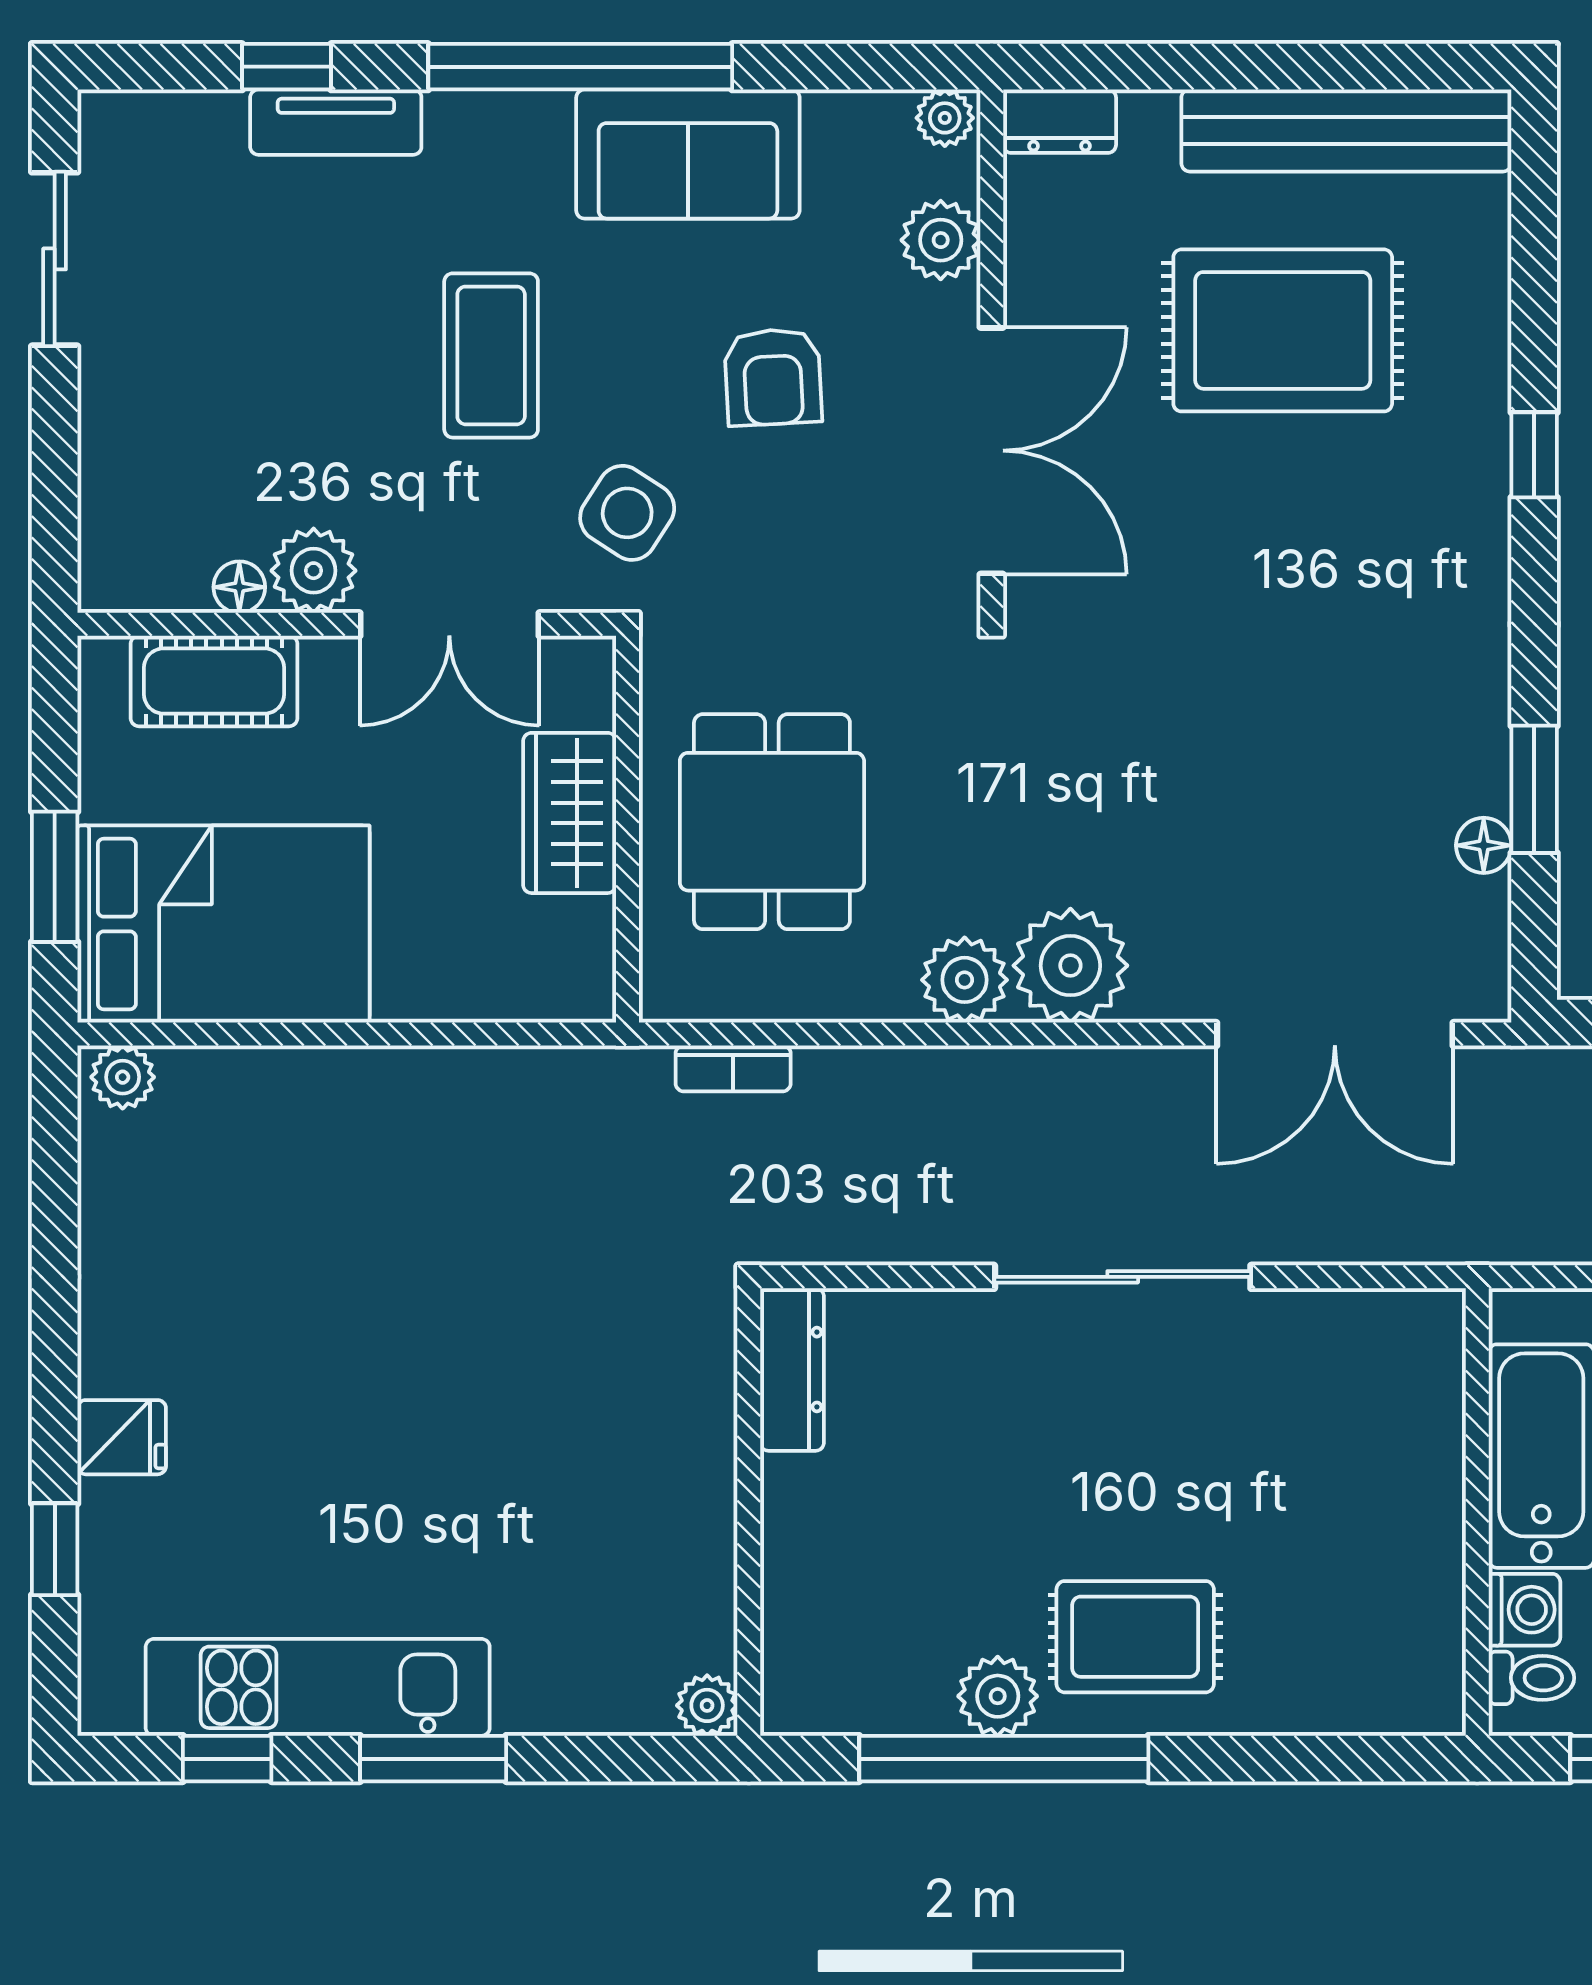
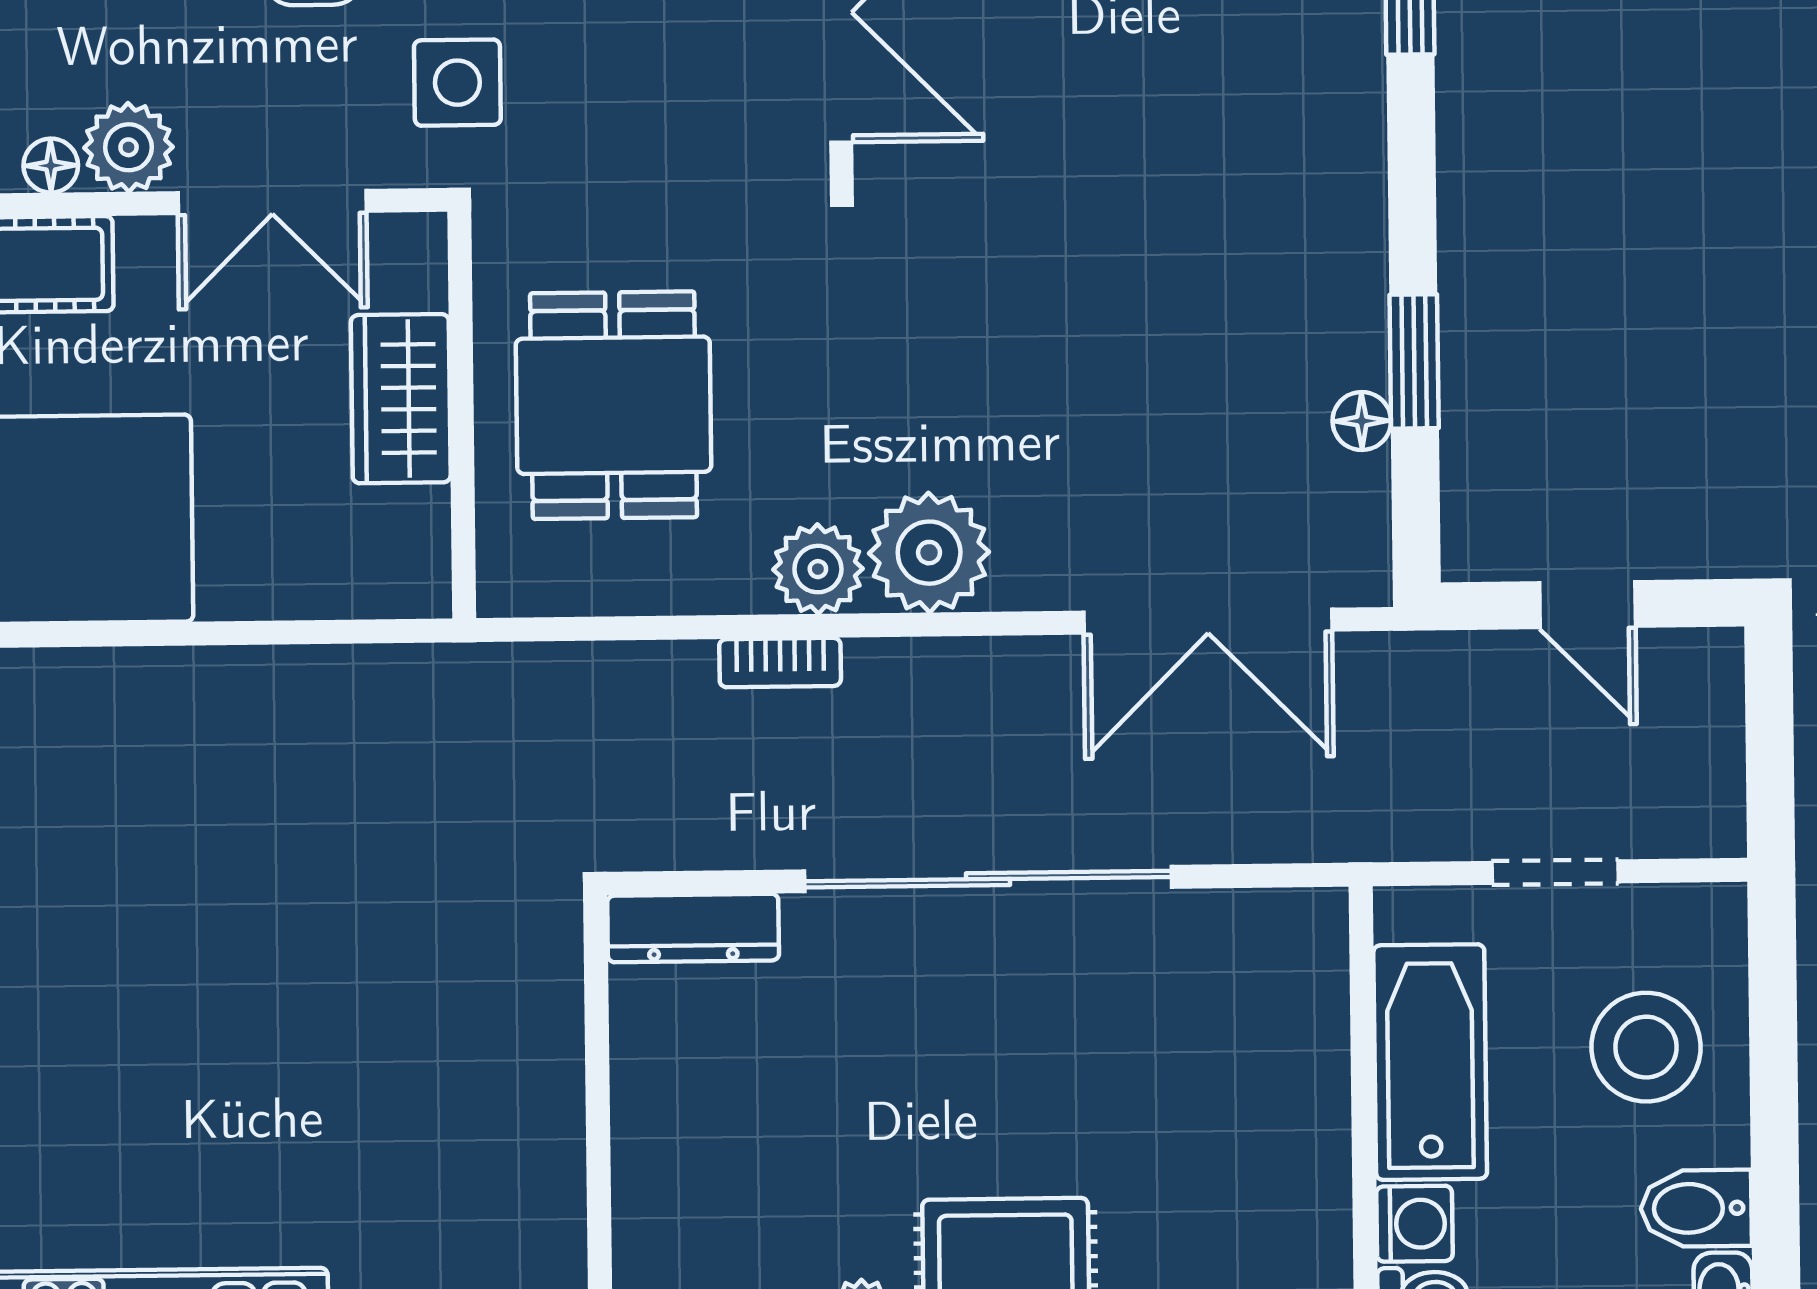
side table: (627, 513) -> (457, 83), turned -33
bookcase: (733, 1068) -> (780, 663), moved
sliding door: (1123, 1277) -> (988, 879), width x1.36
dresser: (792, 1370) -> (693, 928), moved, turned 90

